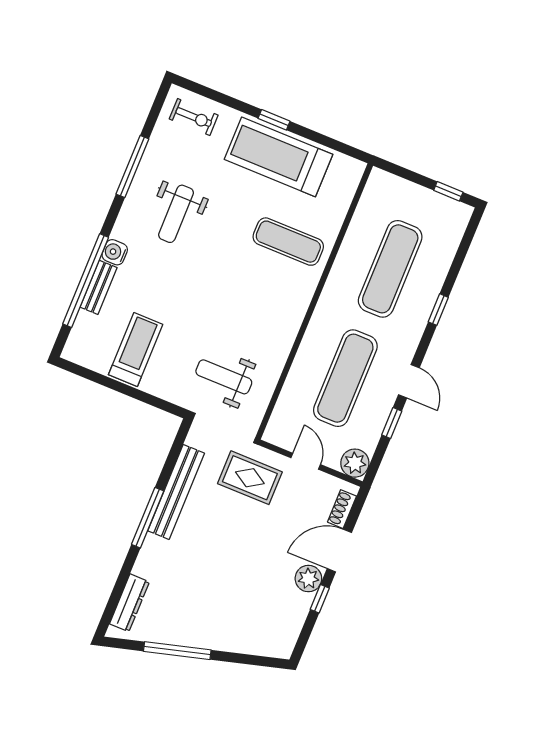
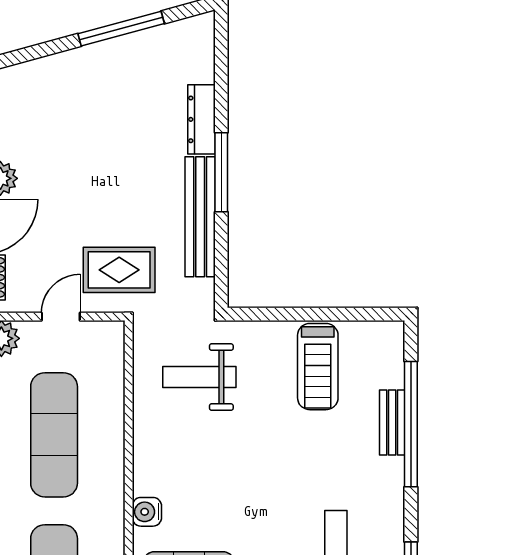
water cooler: (115, 252) -> (147, 512), moved, turned 180
weight bench: (224, 377) -> (199, 377), turned 180
door: (306, 461) -> (61, 317), swing flipped
dresser: (129, 603) -> (201, 119), moved

